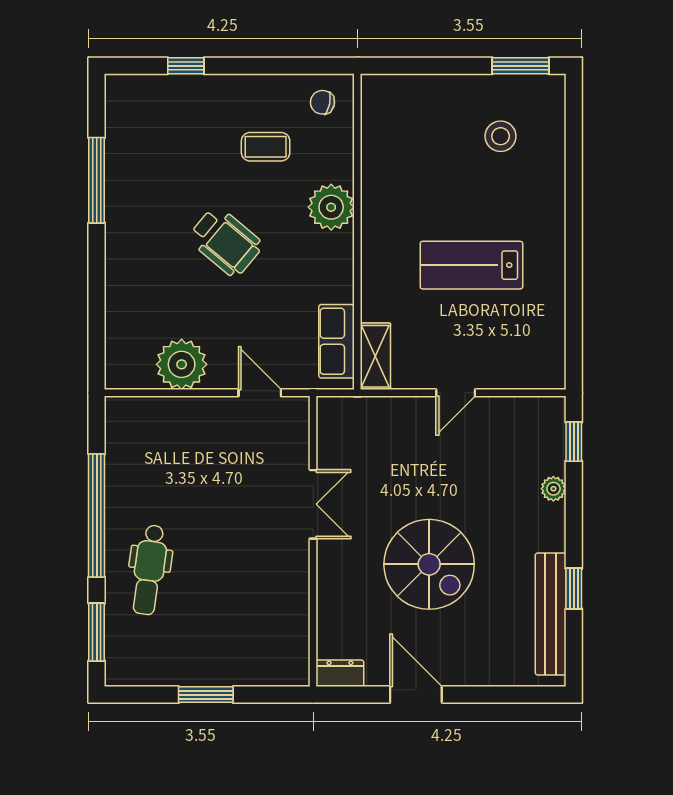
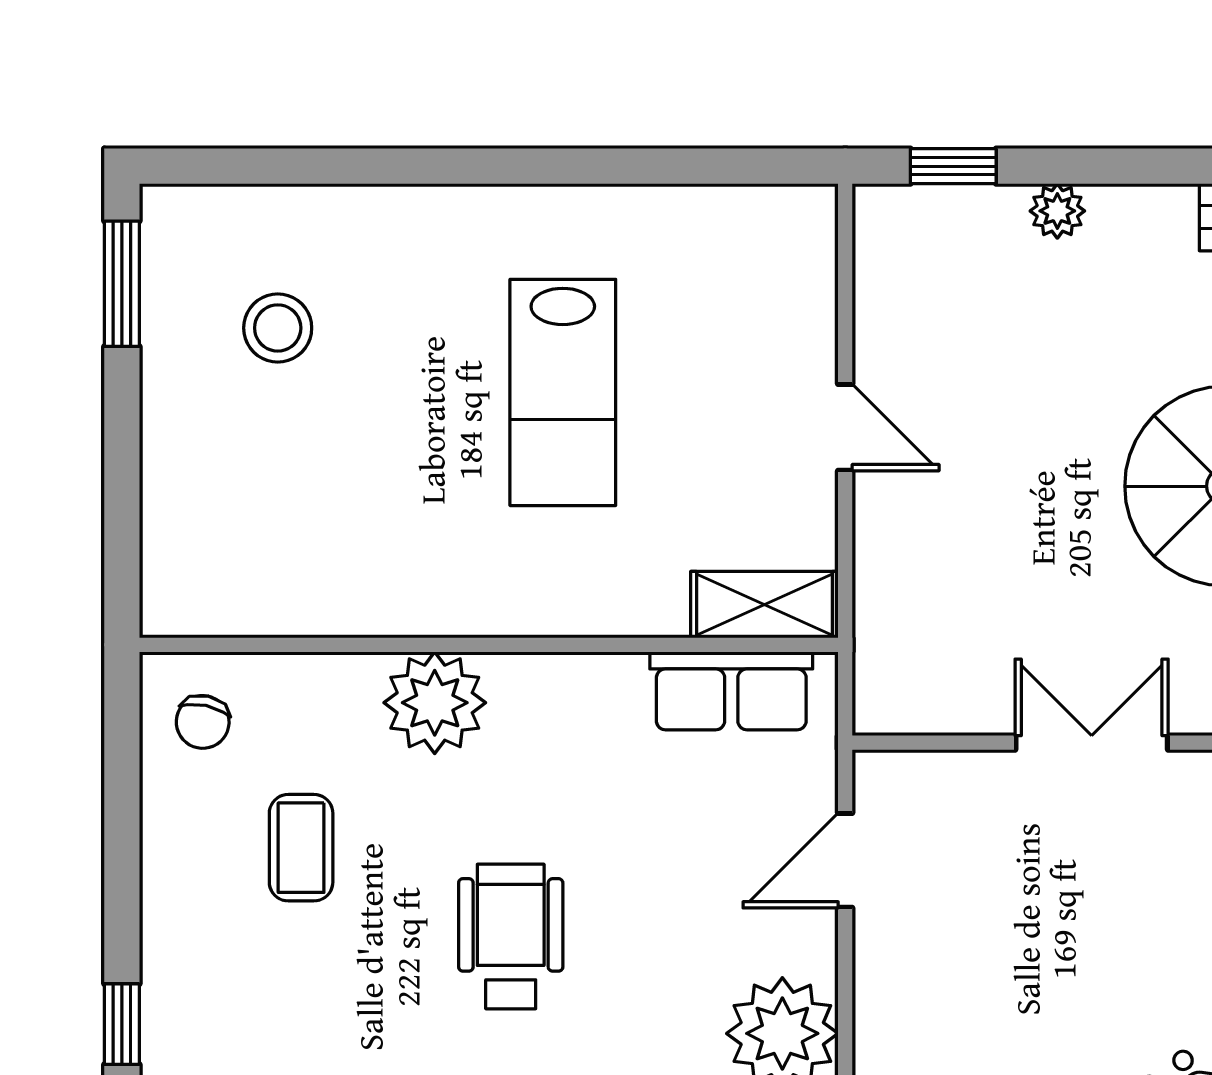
wheelchair: (225, 242) -> (511, 936), turned -40

